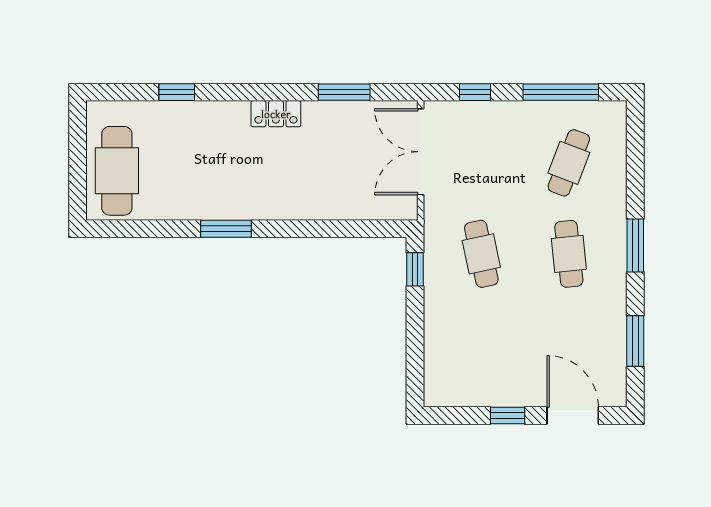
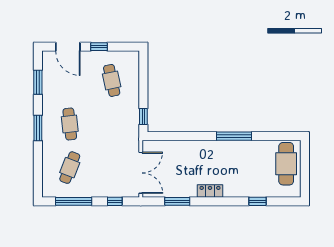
window: (226, 229) -> (234, 136), width x1.44
cafe table: (481, 254) -> (112, 80), moved

